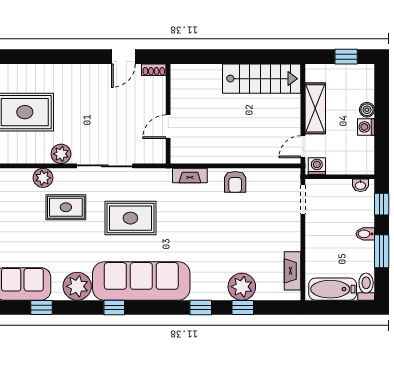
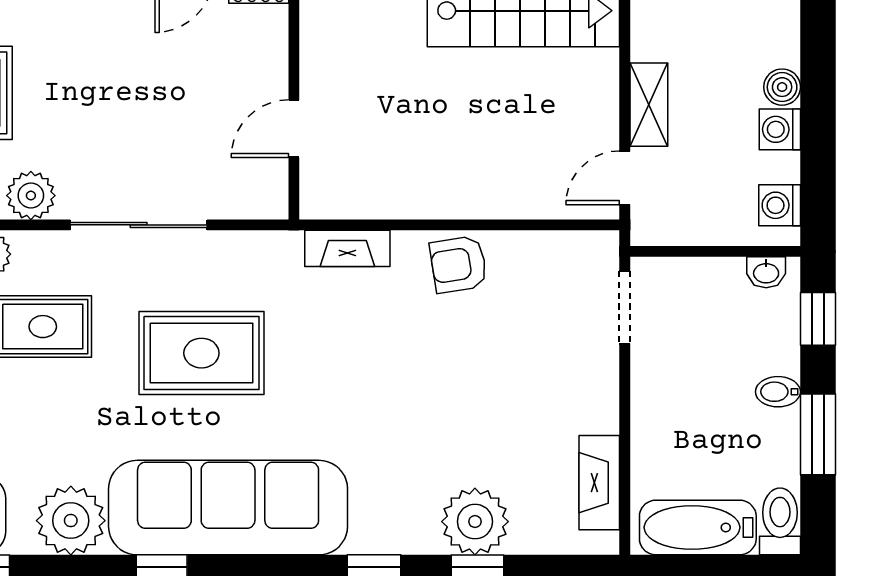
shelving: (315, 108) -> (649, 105), width x0.67, depth x0.75
washing machine: (317, 166) -> (780, 205), moved, turned -90
armchair: (235, 182) -> (458, 264), turned 81

